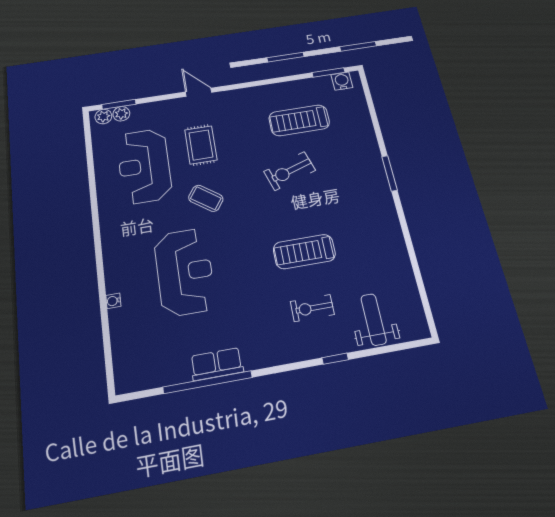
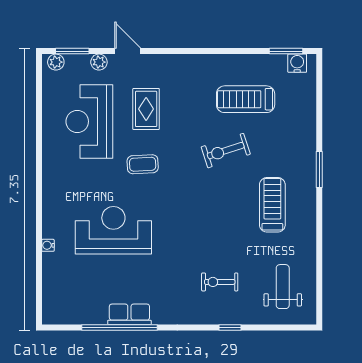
door: (199, 92) -> (128, 51), moved
plant: (121, 114) -> (99, 62), moved
coffee table: (206, 198) -> (143, 164), turned -39
treadmill: (304, 252) -> (272, 205), moved, turned 90
reception desk: (185, 272) -> (113, 230), turned -90
weight bench: (374, 319) -> (283, 287), moved

